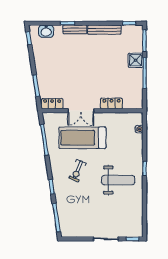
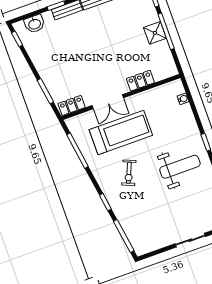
shower: (136, 60) -> (155, 33), moved
treadmill: (82, 138) -> (121, 132), turned 180

